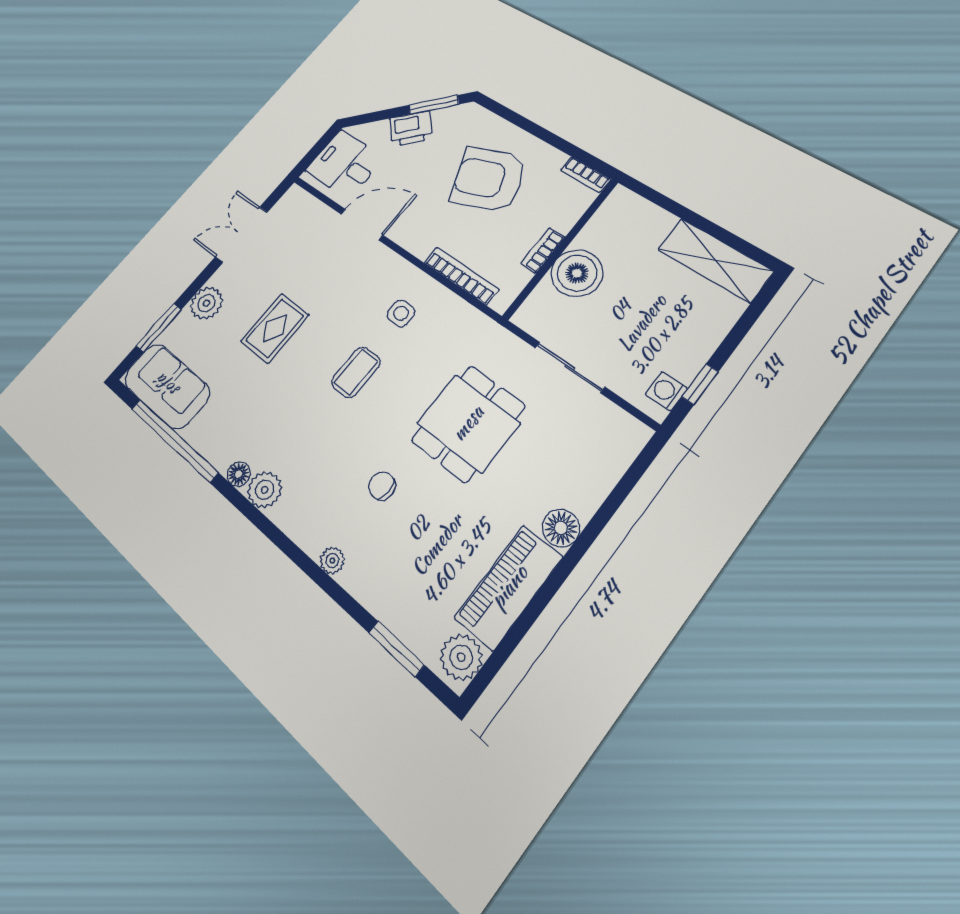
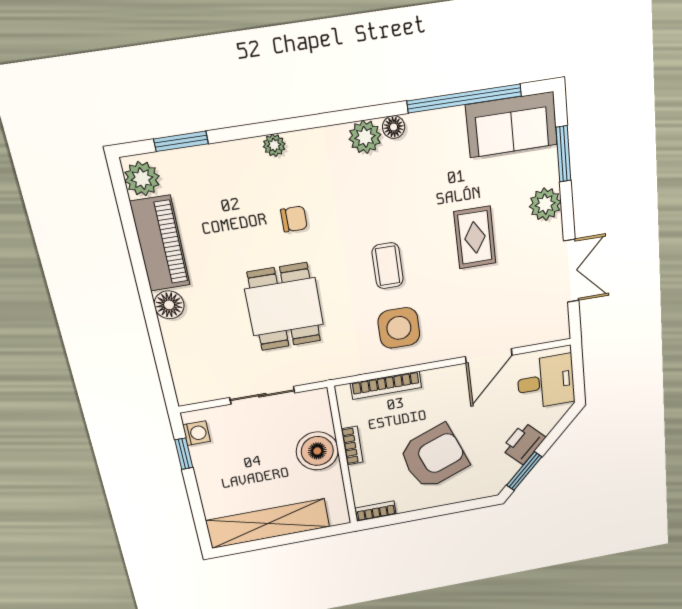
shelving: (715, 260) -> (268, 524), width x1.47
side table: (401, 313) -> (399, 328), width x1.87, depth x1.87

